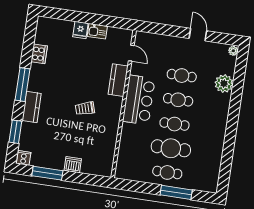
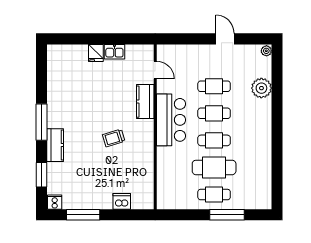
cooker: (39, 54) -> (55, 86), removed
dishwasher: (73, 165) -> (122, 201), moved

